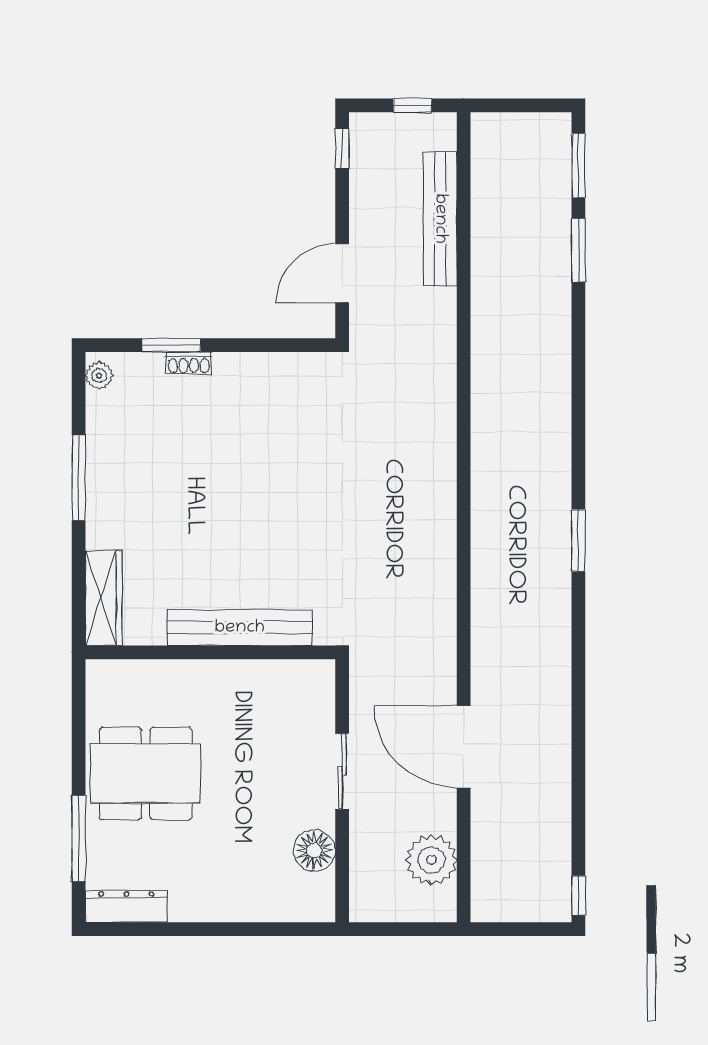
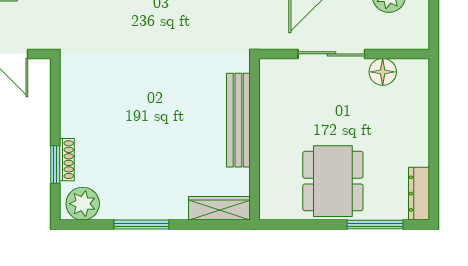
shoe rack: (189, 363) -> (67, 160), width x1.43
plant: (99, 375) -> (83, 204), width x1.88, depth x1.88
sliding door: (342, 771) -> (331, 54), width x1.37

